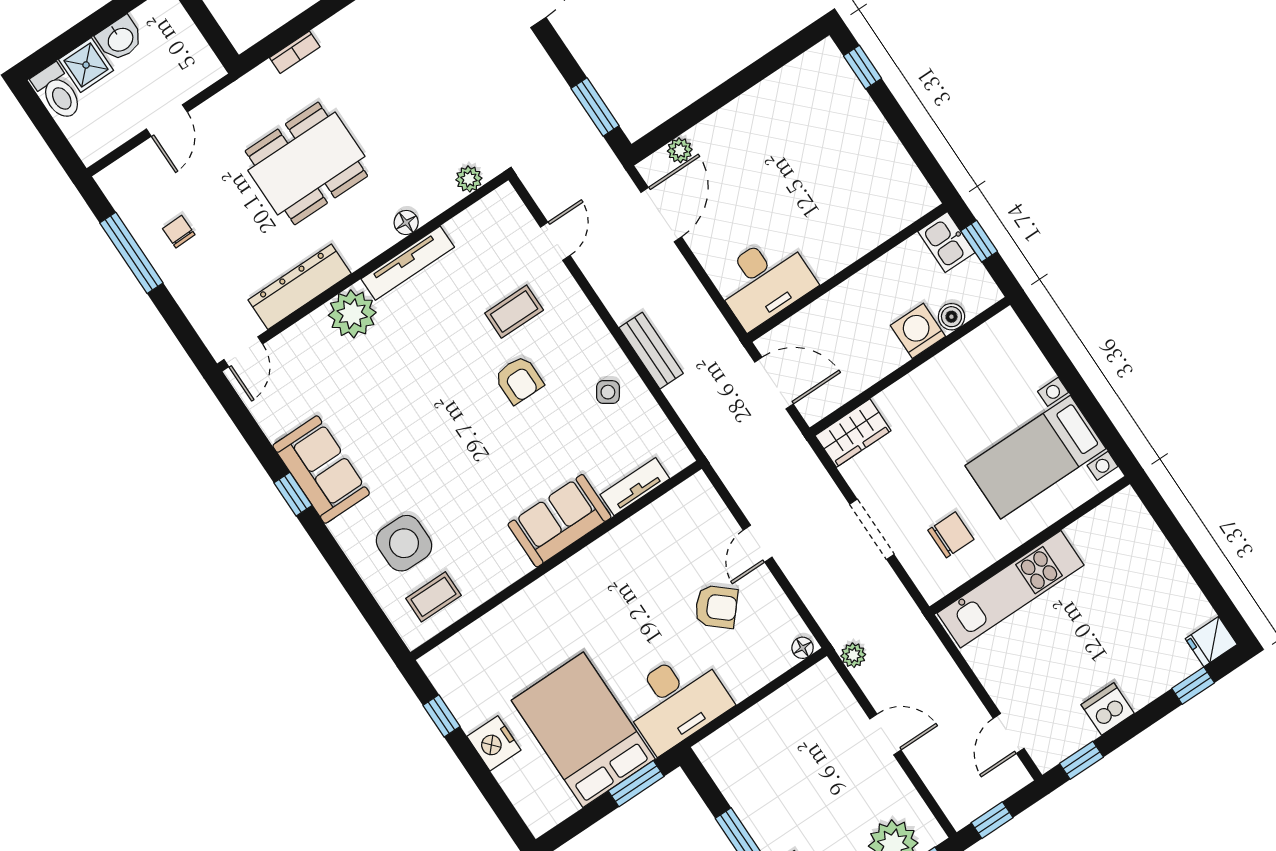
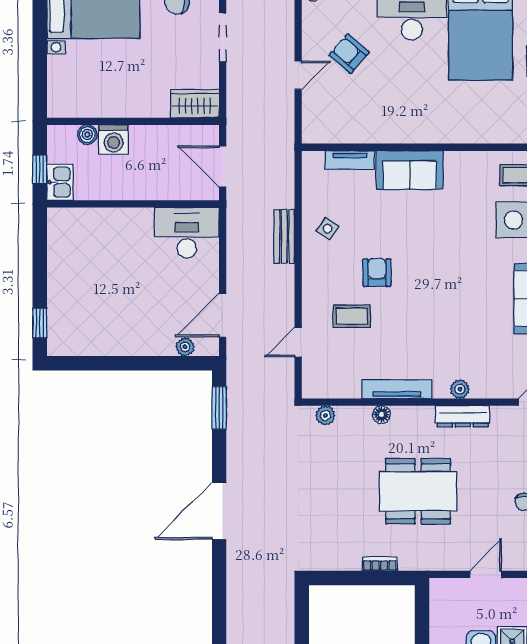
dresser: (300, 287) -> (463, 416), width x0.73, depth x0.80
plant: (352, 314) -> (460, 389), width x0.53, depth x0.53

